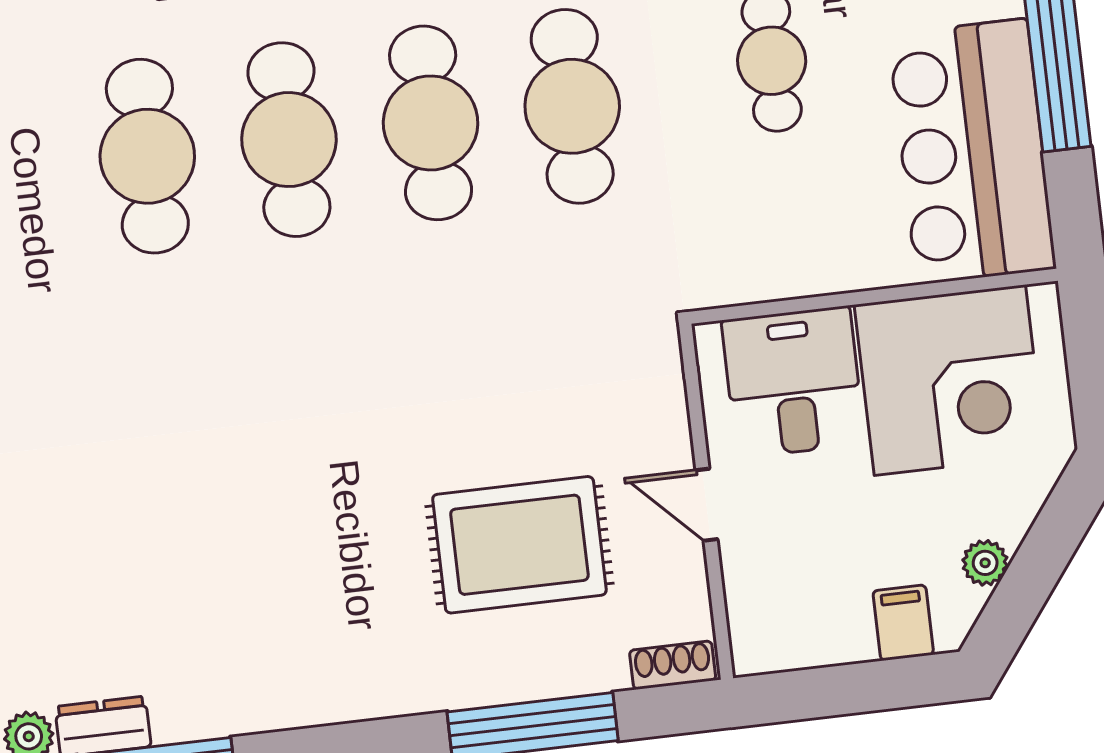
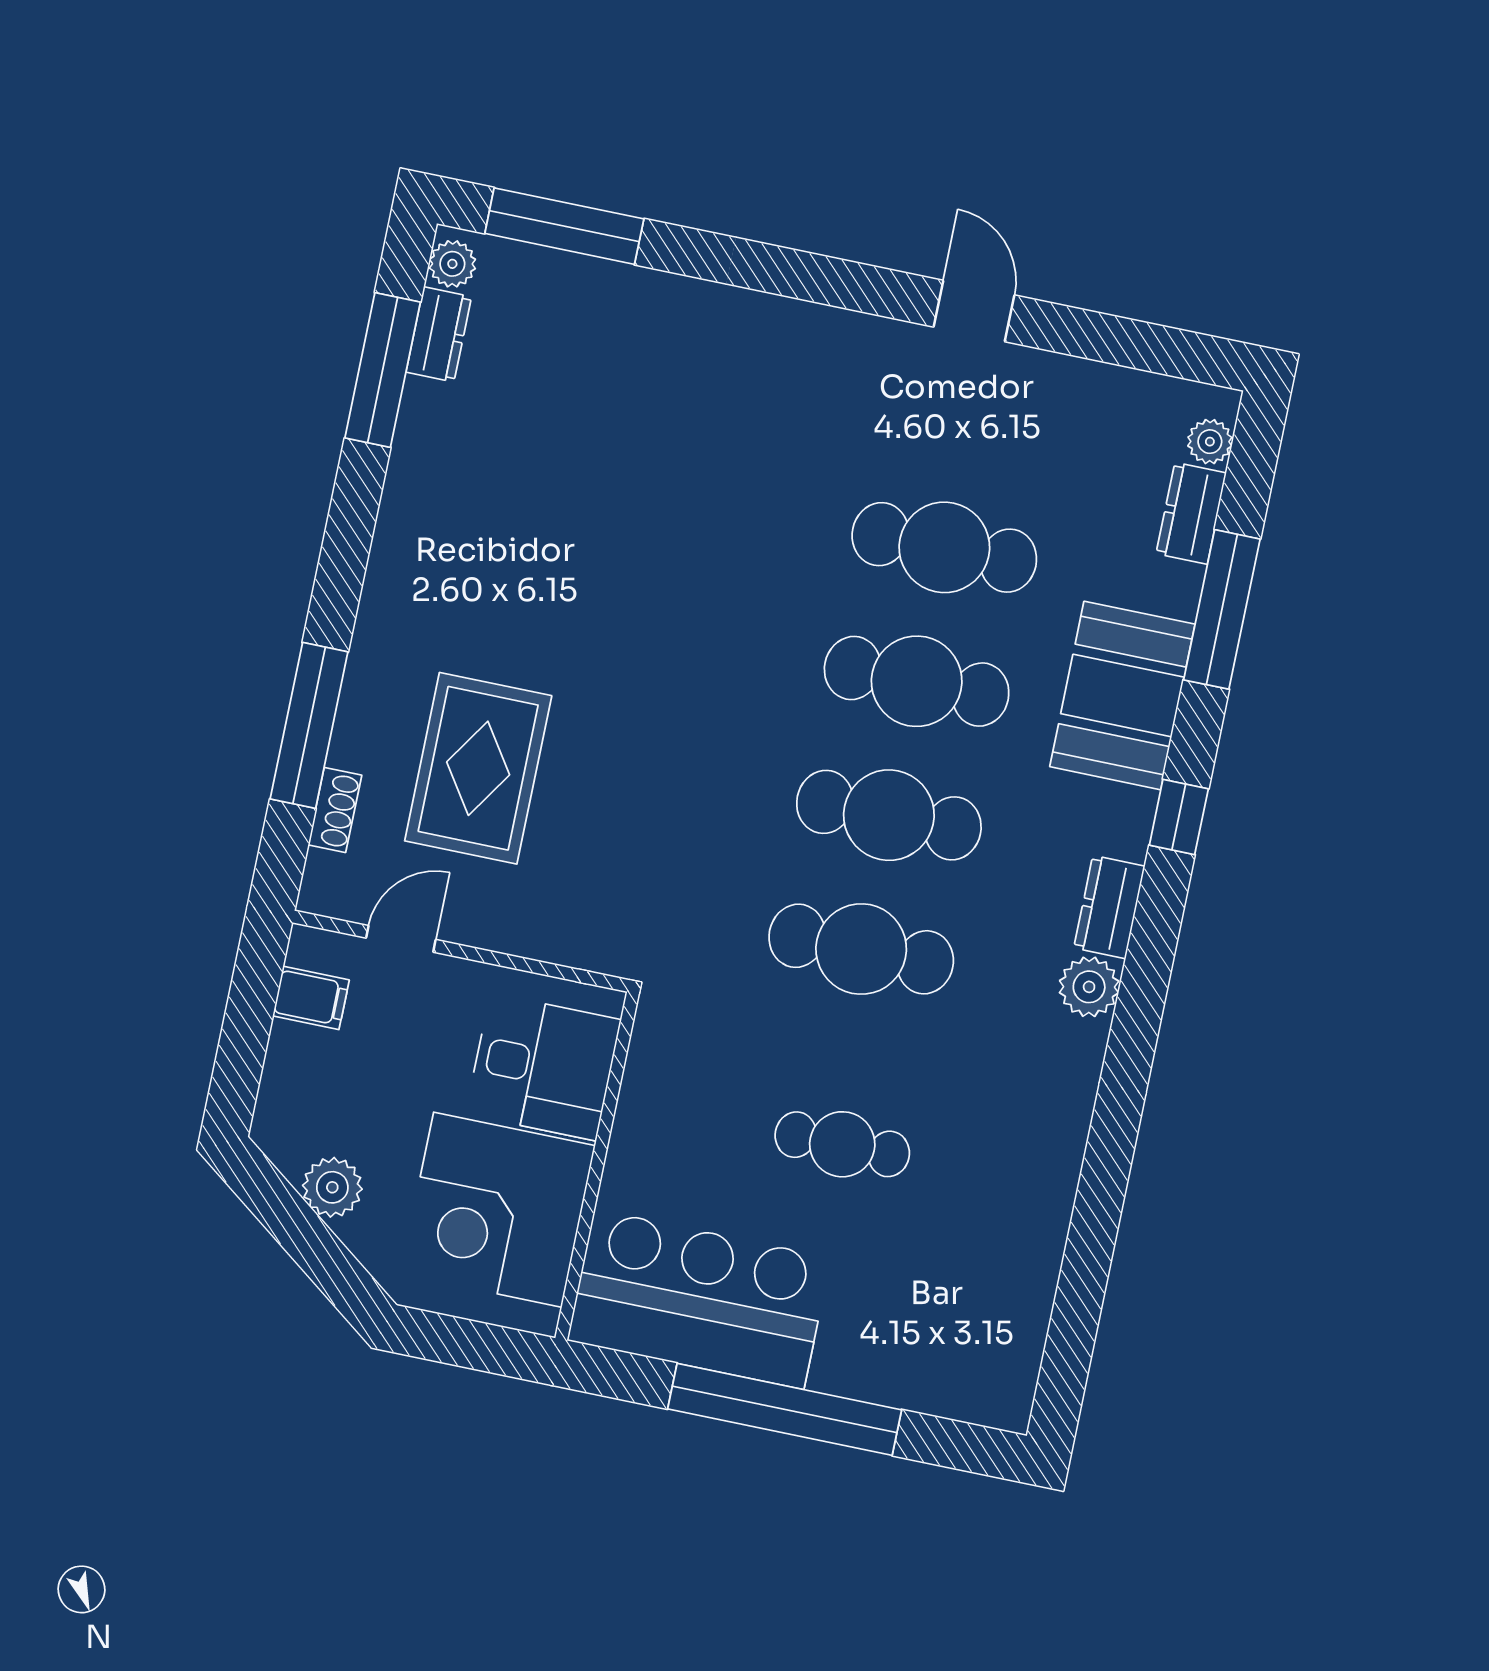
door: (707, 505) -> (401, 939), moved
plant: (985, 563) -> (332, 1187), width x1.38, depth x1.38
filing cabinet: (903, 623) -> (311, 998), moved
shoe rack: (673, 665) -> (335, 810), moved

